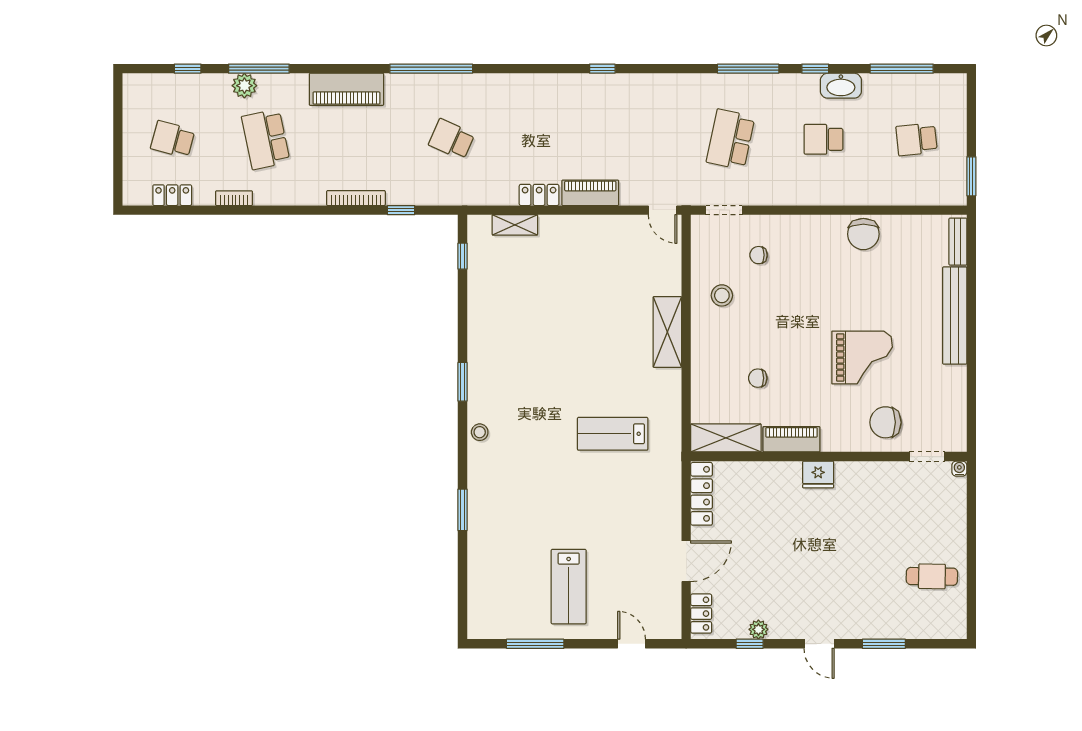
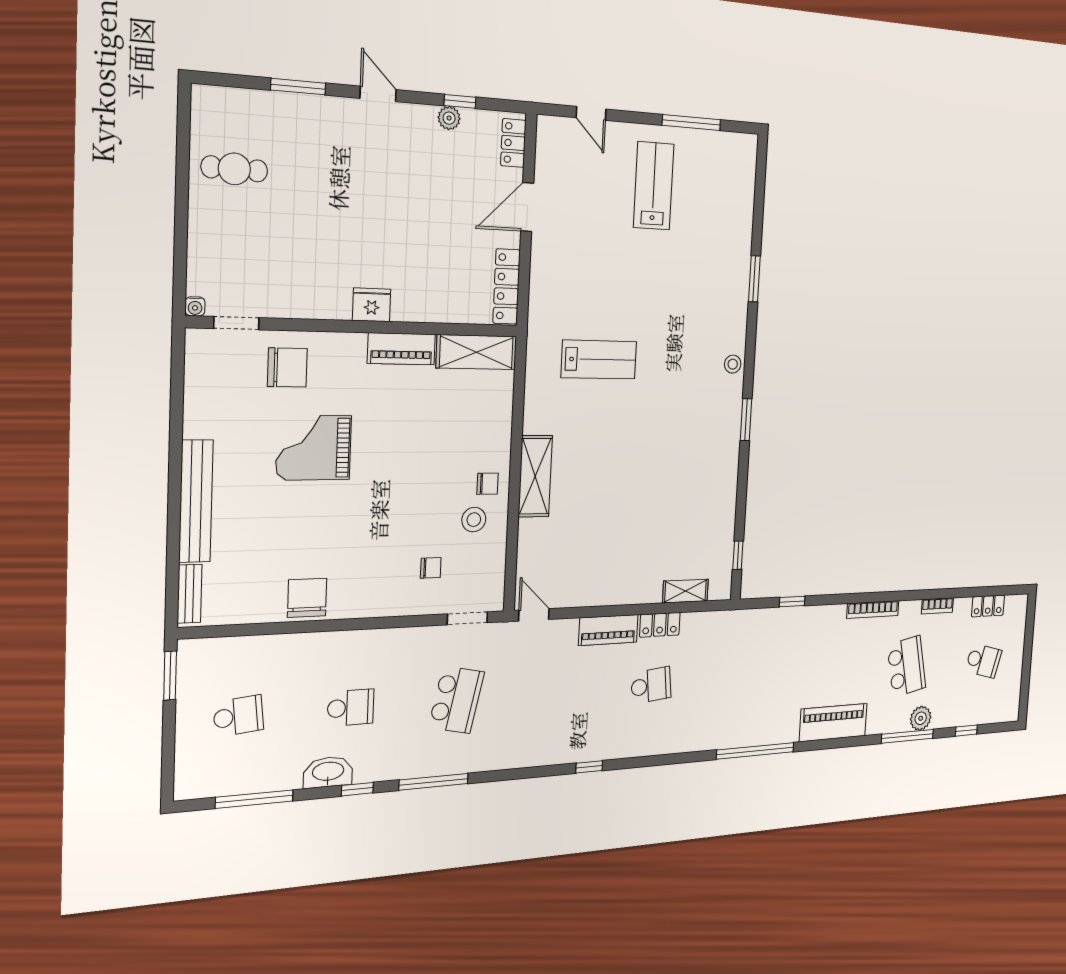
school desk: (452, 139) -> (651, 685), moved, turned -30
bookcase: (356, 198) -> (873, 610), moved
chair: (758, 378) -> (487, 484), moved

